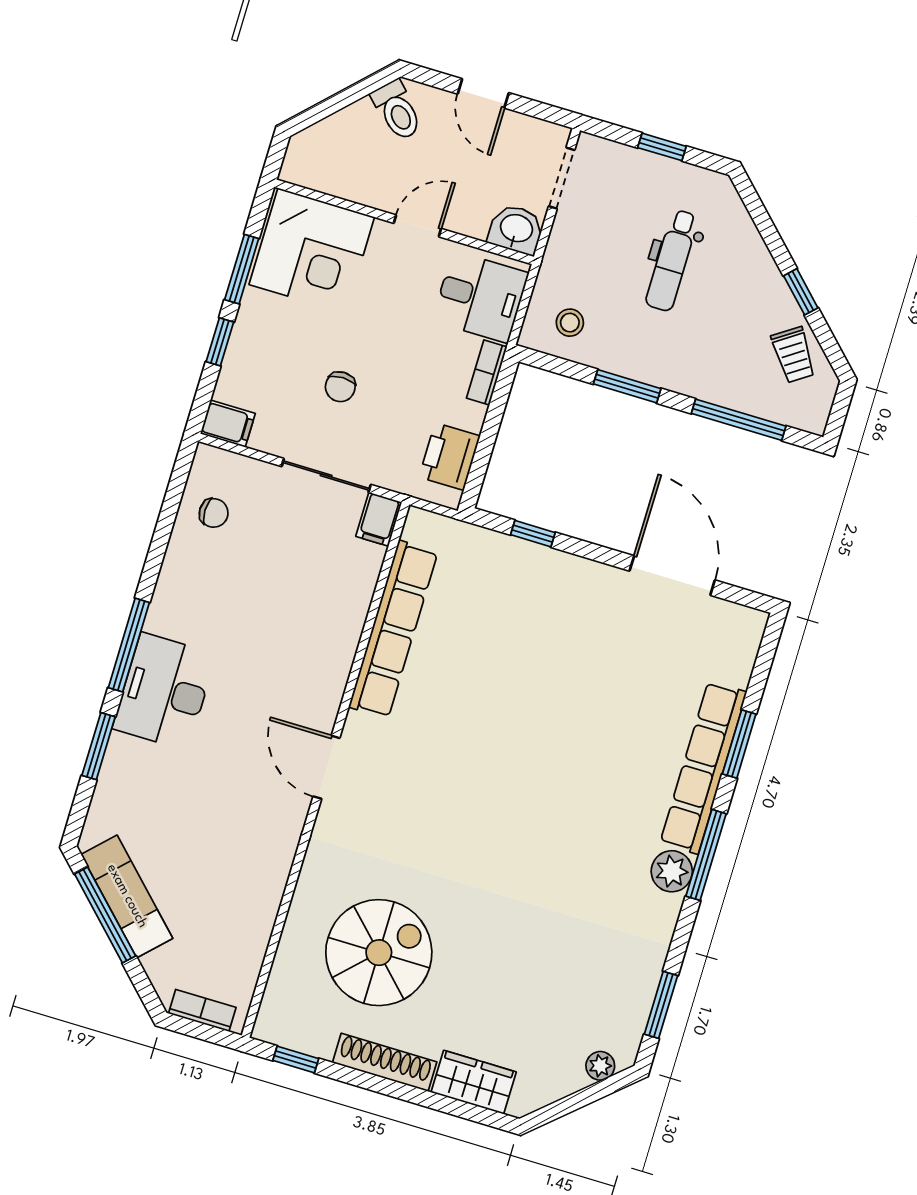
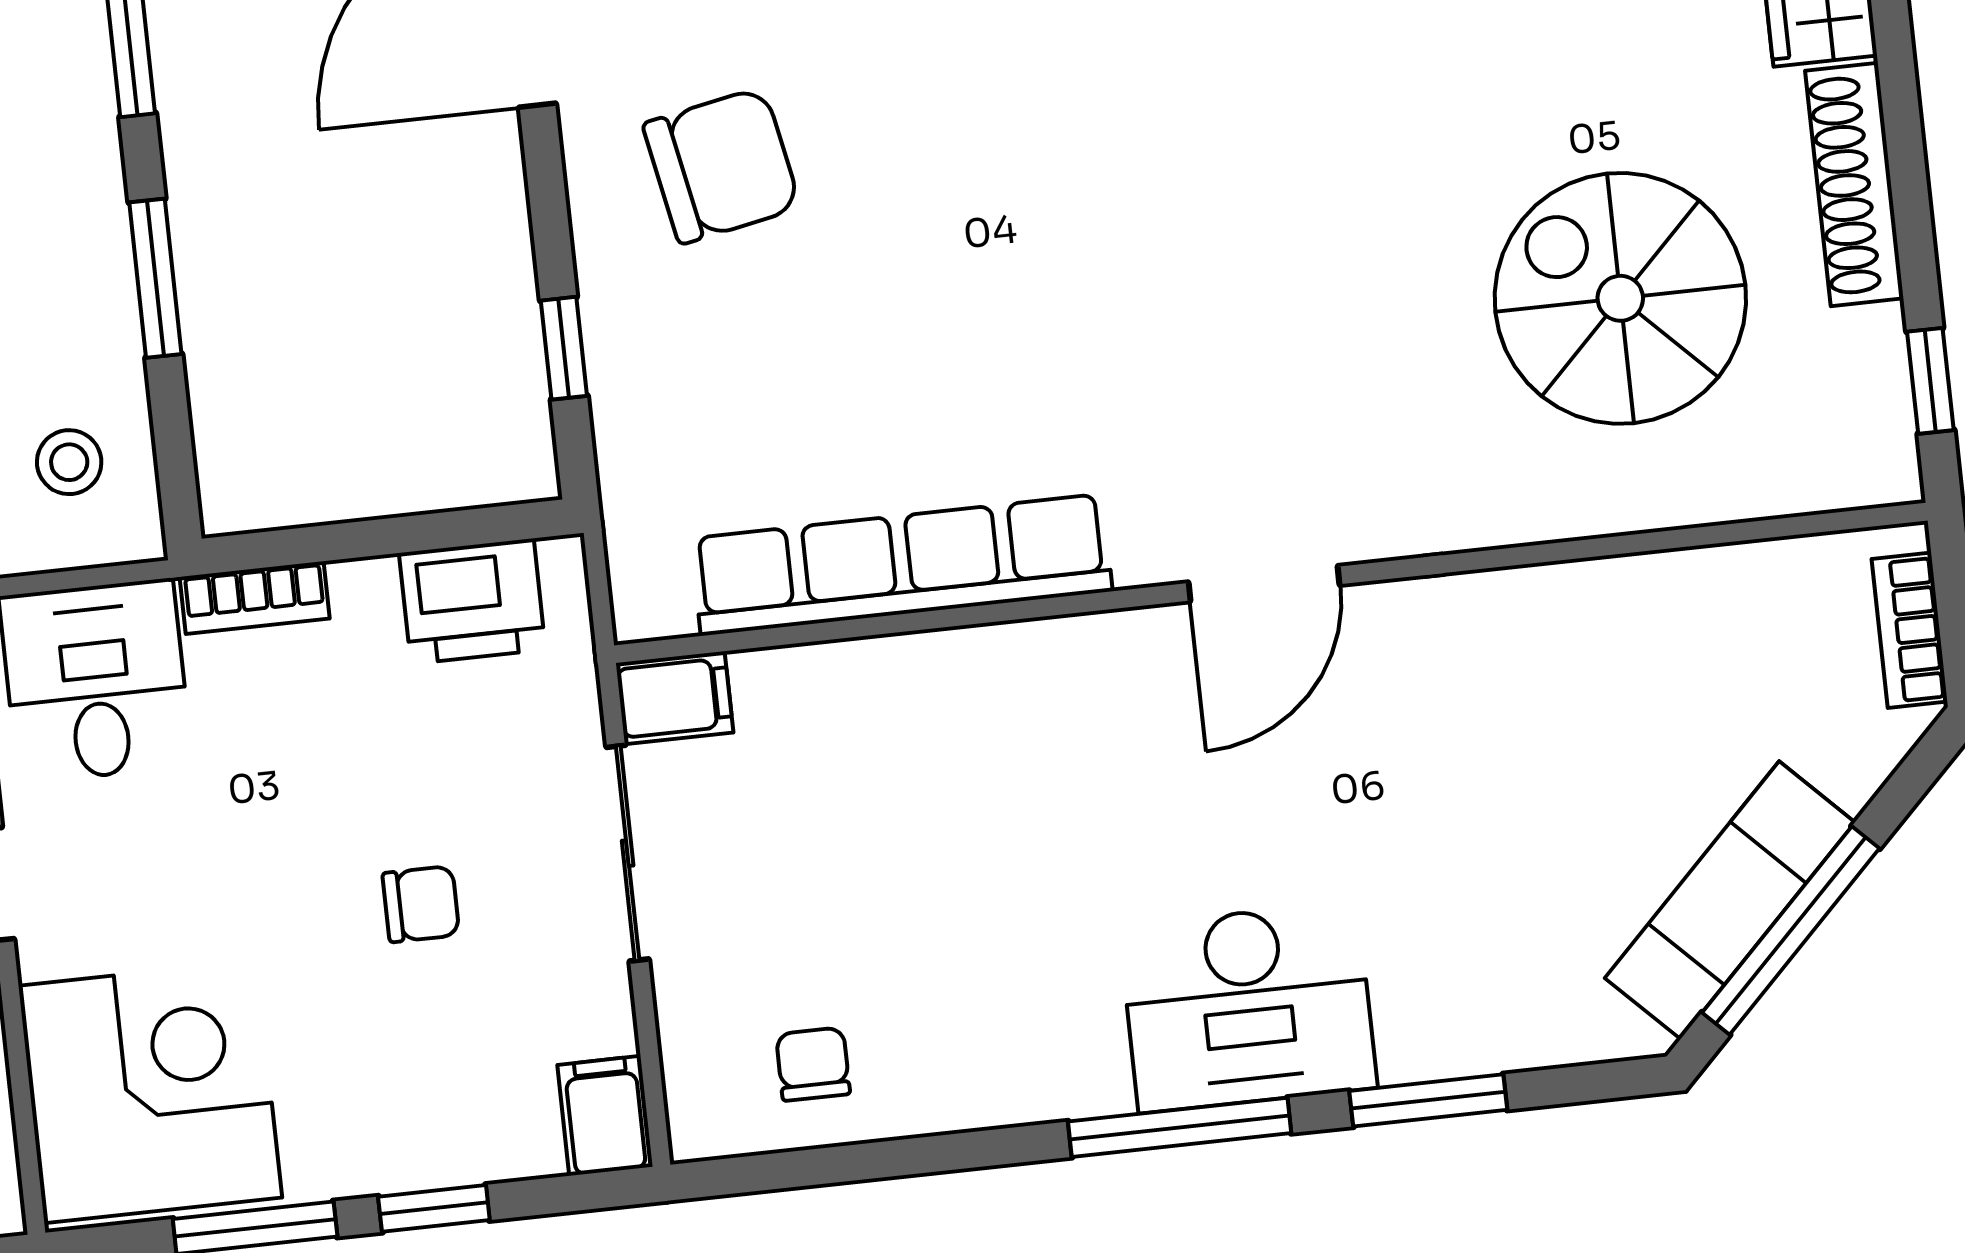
chair: (578, 625) -> (722, 166), added

